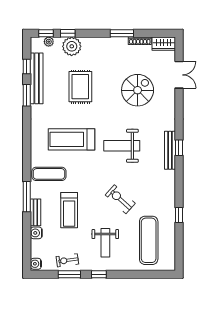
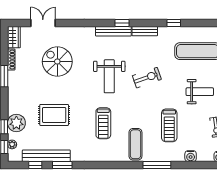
treadmill: (71, 139) -> (103, 123), width x0.73, depth x0.73
window: (179, 148) -> (122, 23), moved
exercise bike: (120, 199) -> (147, 78), moved, turned -151
treadmill: (69, 210) -> (169, 125), turned 90
bench: (35, 212) -> (145, 31), moved

